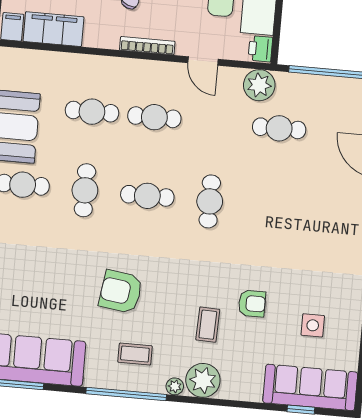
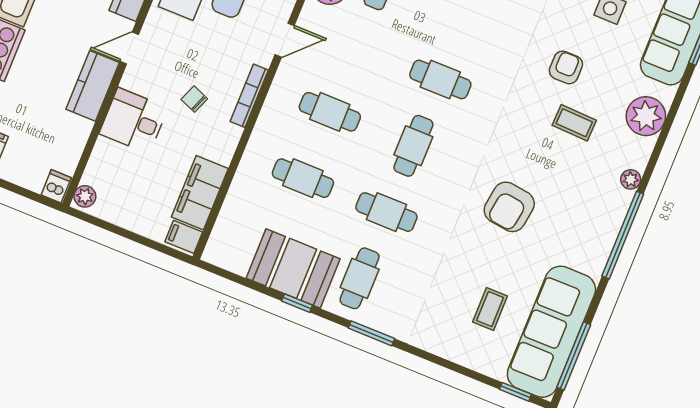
cafe table: (92, 112) -> (303, 178), turned 90
cafe table: (154, 117) -> (330, 112), turned 90
coffee table: (135, 354) -> (490, 309), moved
plant: (203, 380) -> (646, 116), moved

